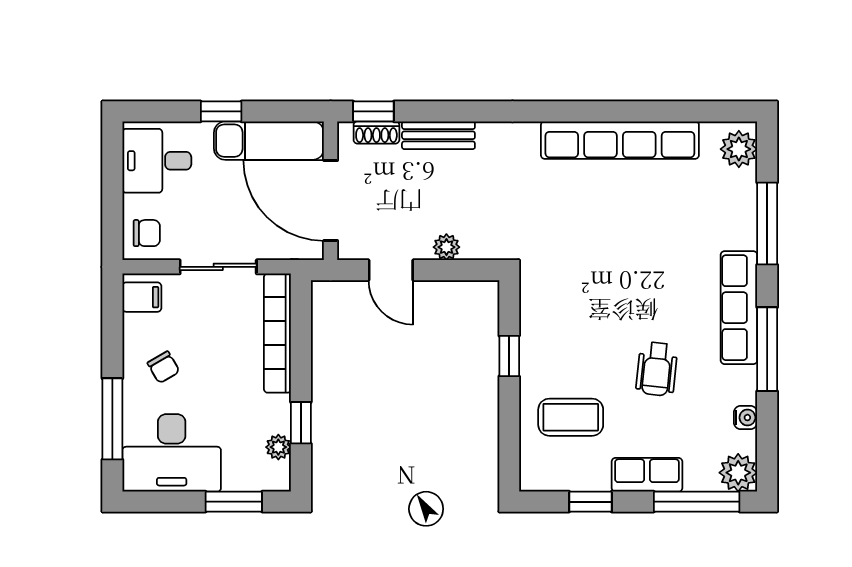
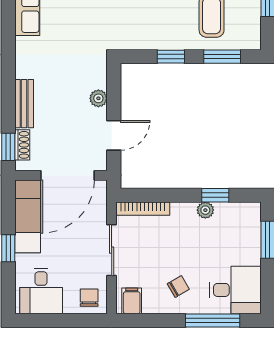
bookcase: (277, 333) -> (143, 209), width x0.68, depth x0.76
window: (509, 433) -> (222, 57), added
plant: (278, 447) -> (205, 210), moved
desk: (172, 453) -> (235, 290), width x0.73

